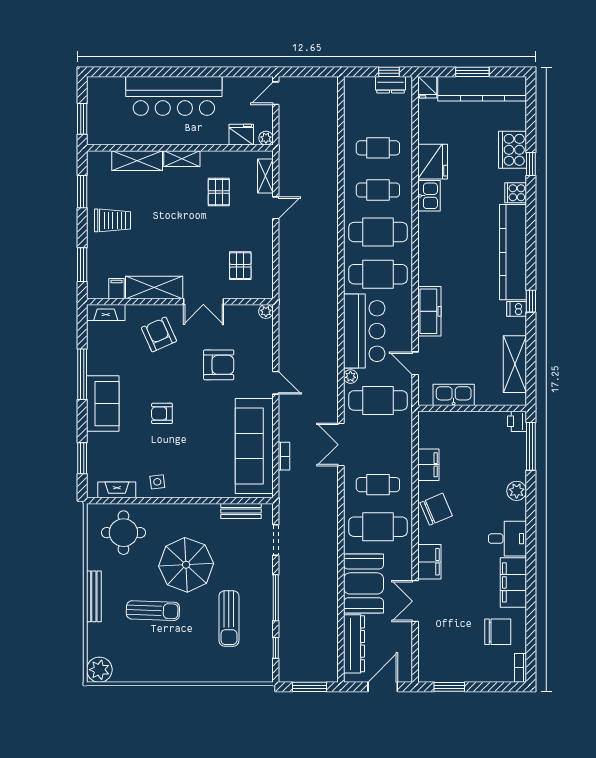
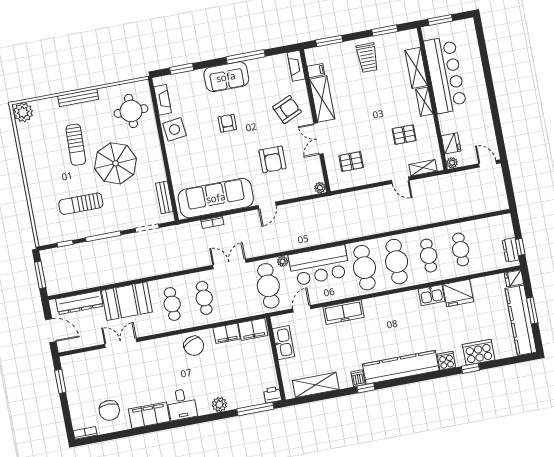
bar counter: (174, 96) -> (445, 75), moved, turned 180
side table: (157, 482) -> (175, 129), width x1.87, depth x1.87
cafe table: (378, 527) -> (172, 304), width x0.73, depth x0.74
filing cabinet: (429, 562) -> (253, 329), moved

